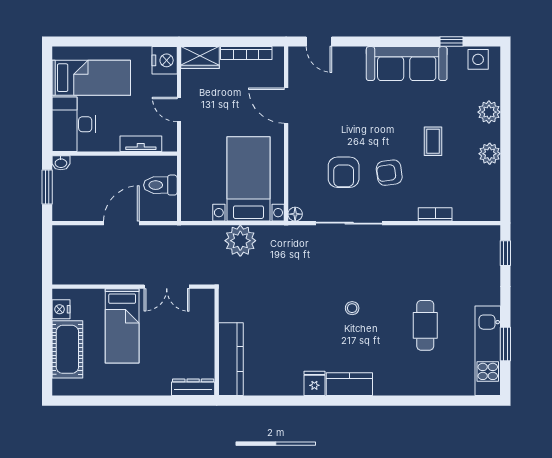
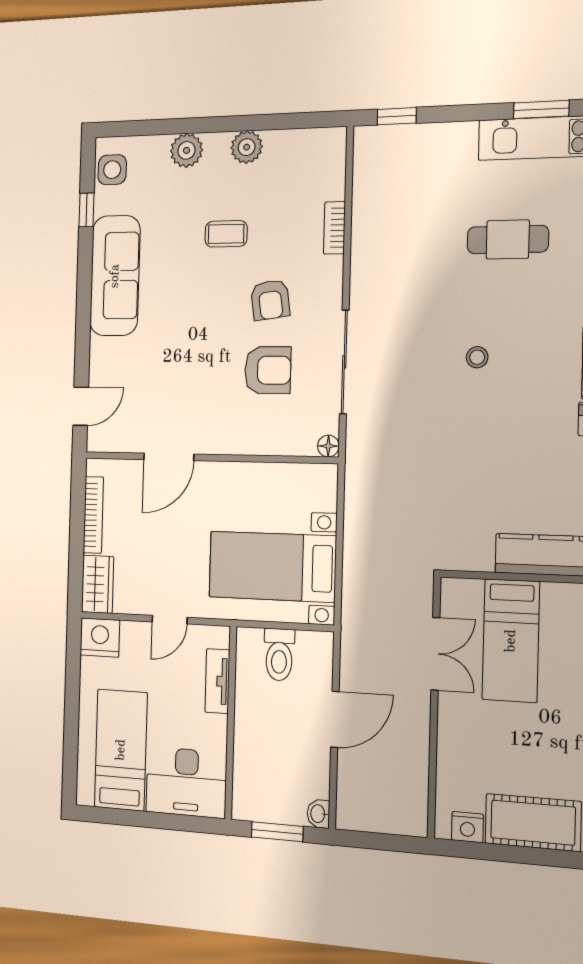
washbasin: (61, 163) -> (318, 814), moved, turned 180
bed with nightstands: (248, 179) -> (272, 567), moved
door: (121, 223) -> (335, 719), swing flipped
plant: (240, 241) -> (367, 533), removed
bed: (122, 326) -> (511, 641), moved, turned 90

